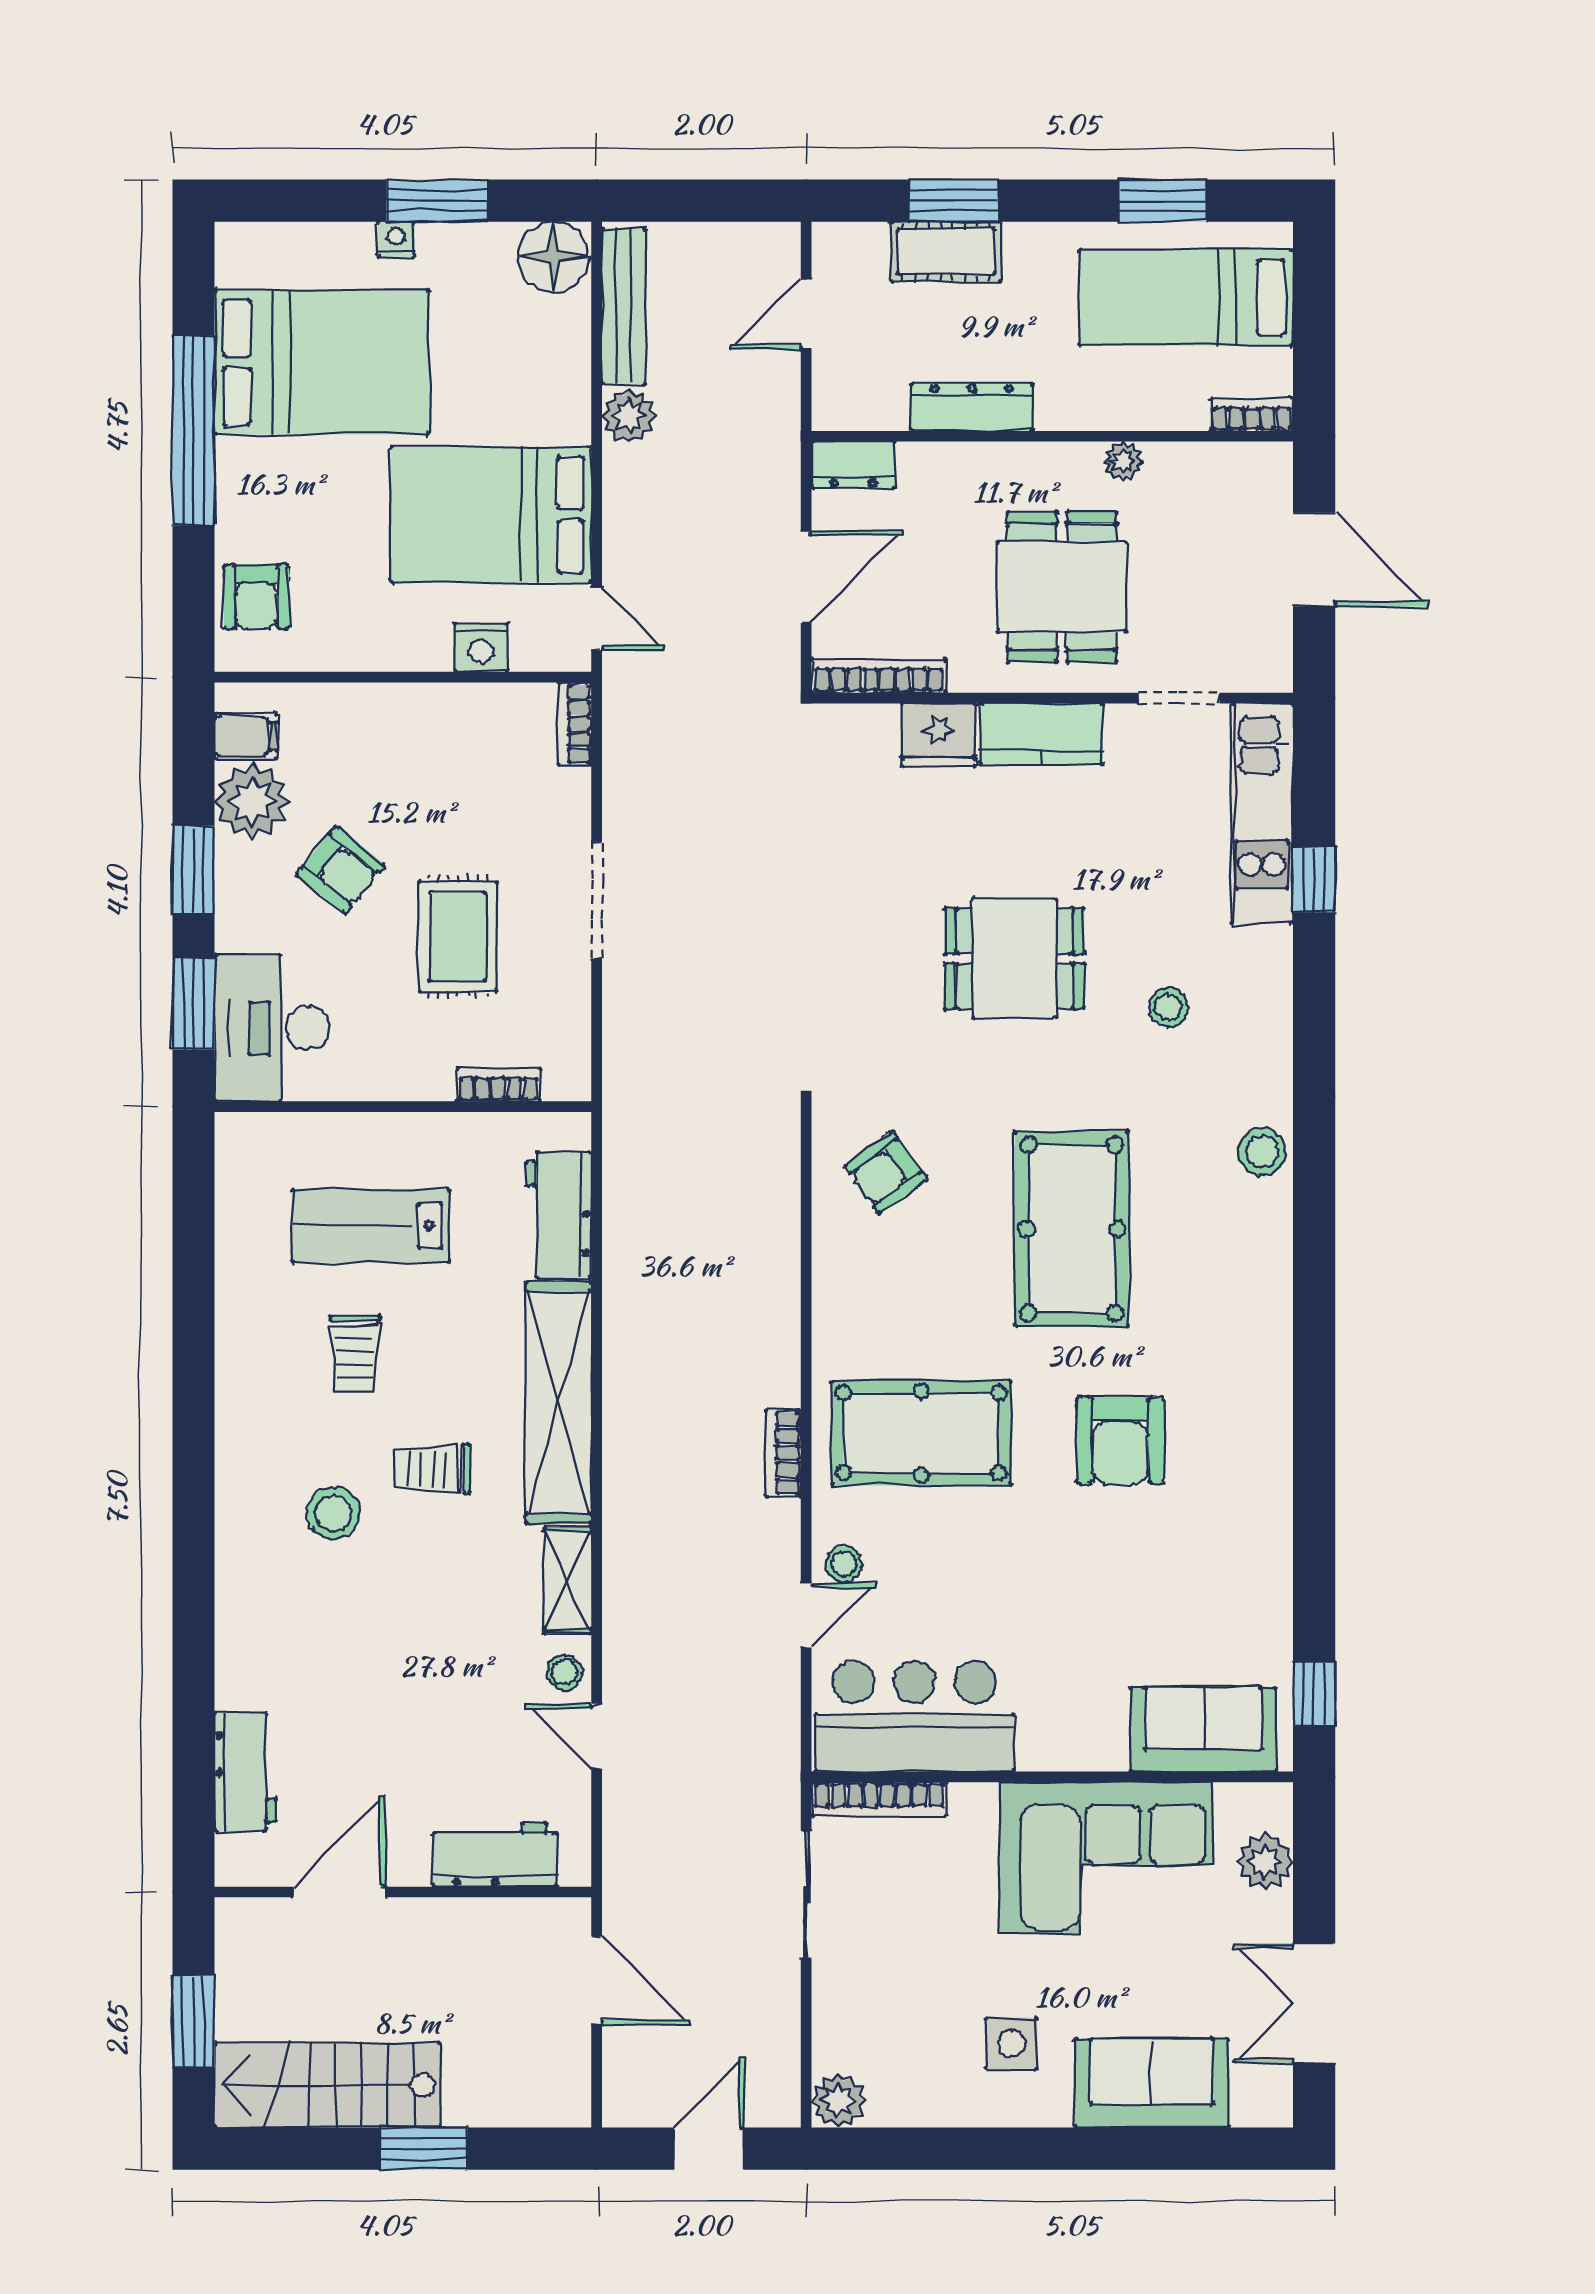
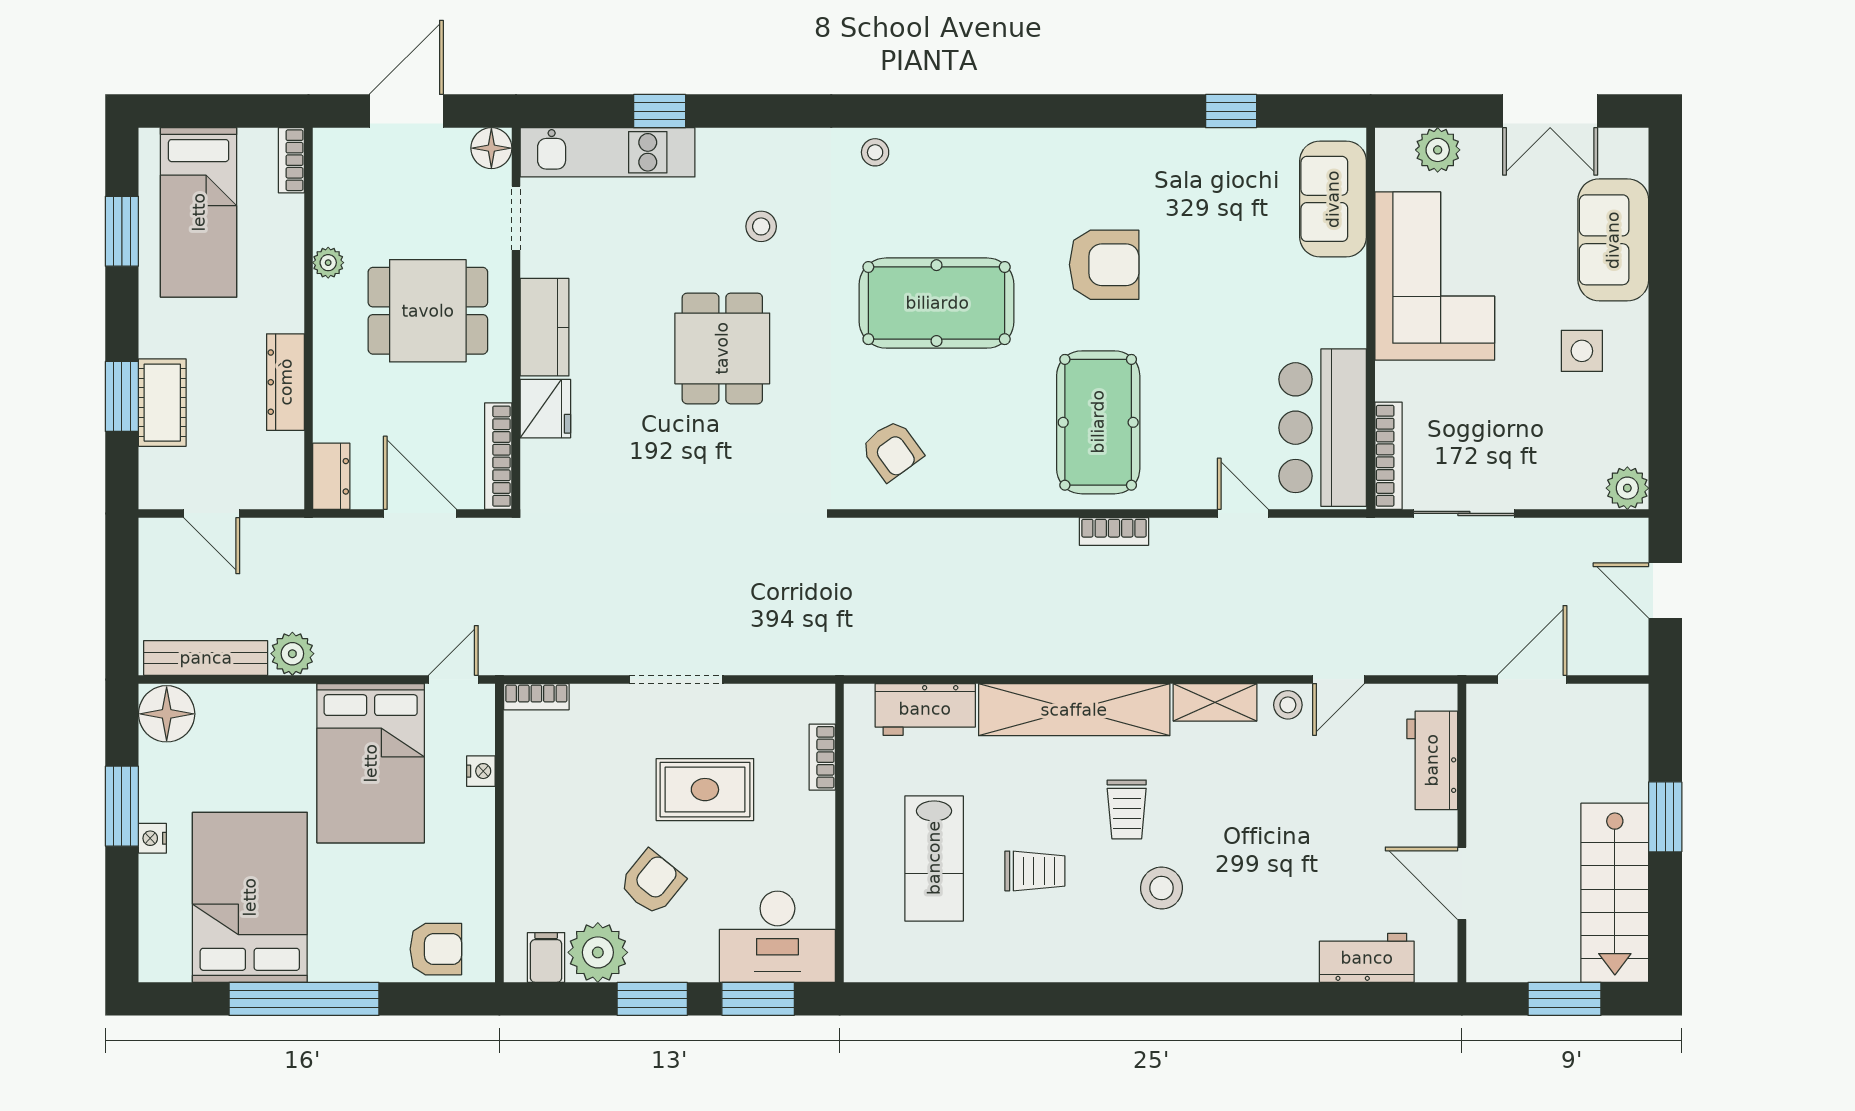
nightstand: (481, 647) -> (481, 771), width x0.72, depth x0.74
floor lamp: (1267, 667) -> (491, 148), added
stool: (1262, 1151) -> (875, 152), width x0.73, depth x0.73
stool: (844, 1564) -> (1202, 484), removed
window: (1314, 1694) -> (1231, 111), moved

